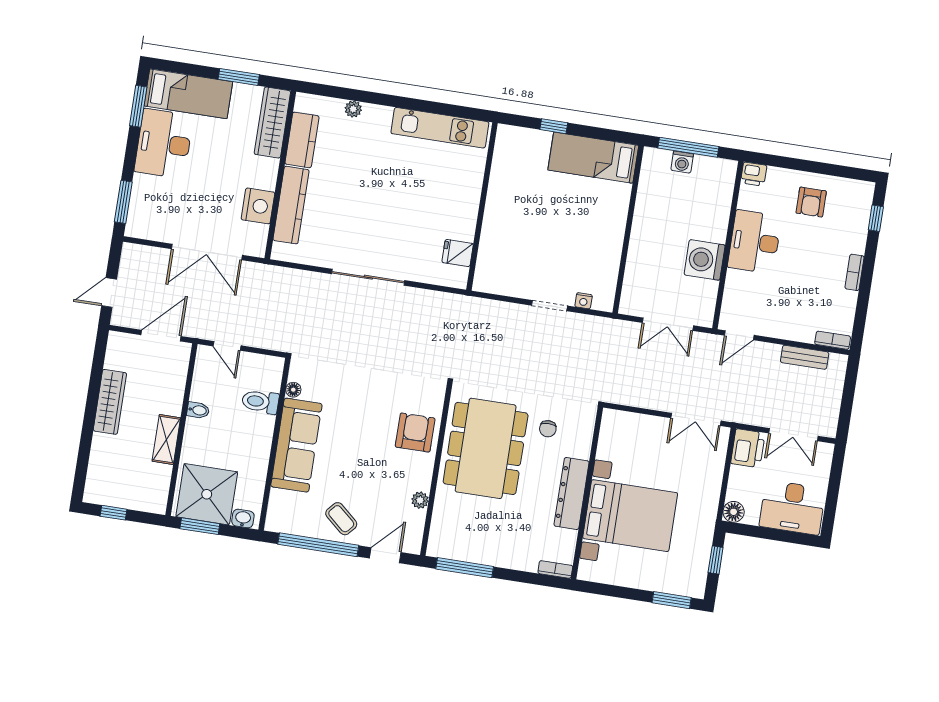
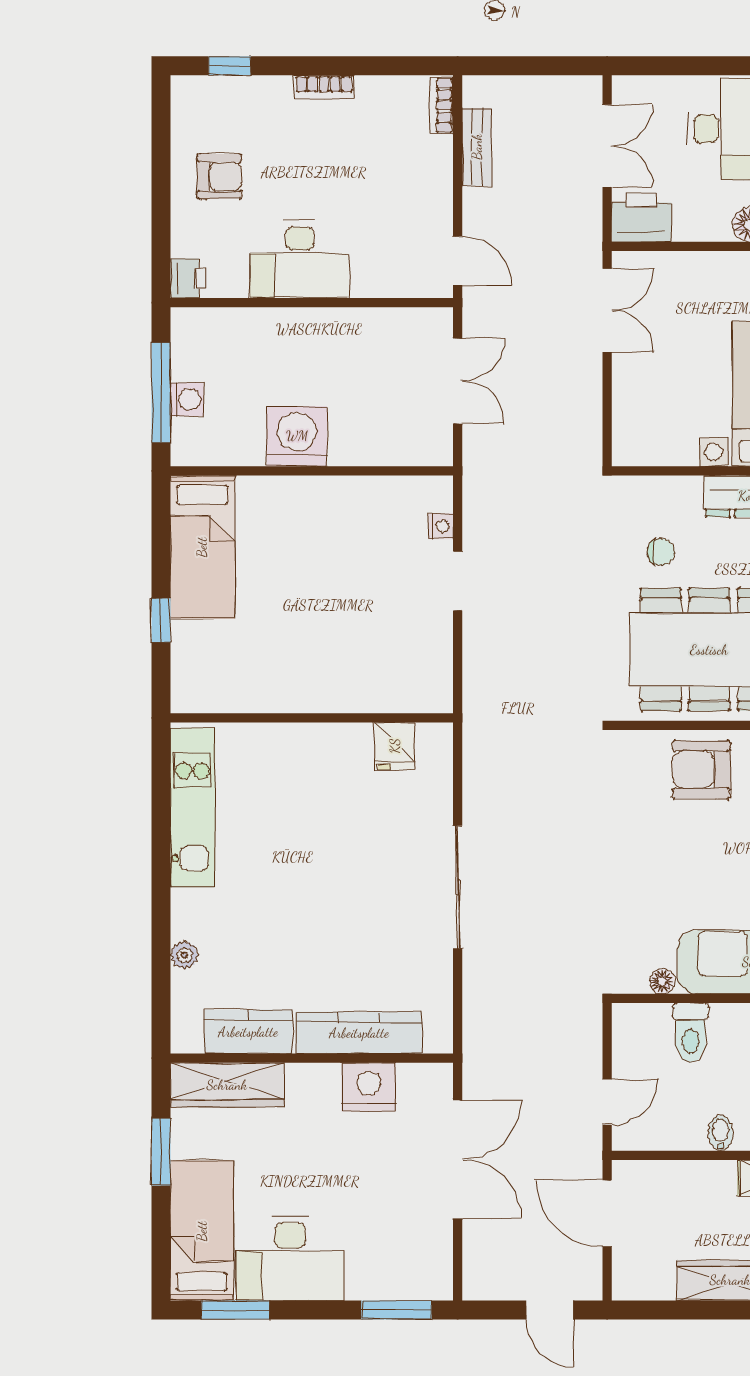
washing machine: (705, 260) -> (297, 436), moved, turned 180

